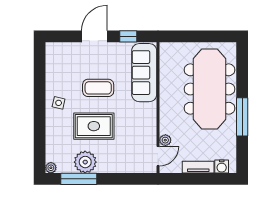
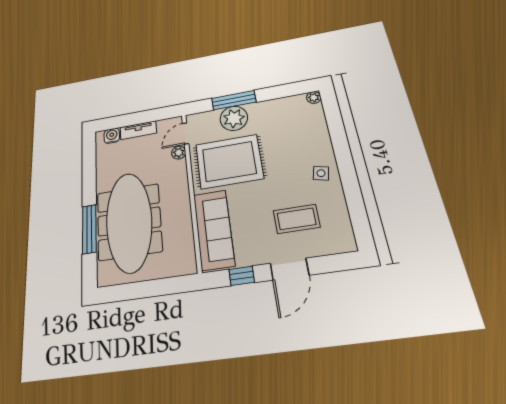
coffee table: (98, 88) -> (297, 219), moved
window: (242, 117) -> (89, 229), moved
rug: (94, 126) -> (229, 161), moved, width x1.37, depth x1.44
plant: (85, 162) -> (234, 118), moved
window: (79, 179) -> (234, 100), moved

